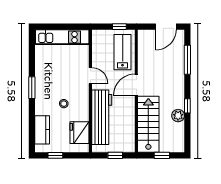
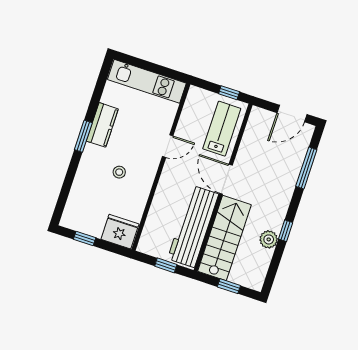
door: (90, 76) -> (168, 146), hinge flipped
door: (136, 85) -> (226, 179), hinge flipped
workbench: (102, 117) -> (193, 226), moved, turned 180
kitchen counter: (42, 130) -> (102, 125), moved
fridge: (80, 133) -> (120, 232), moved, turned 90

